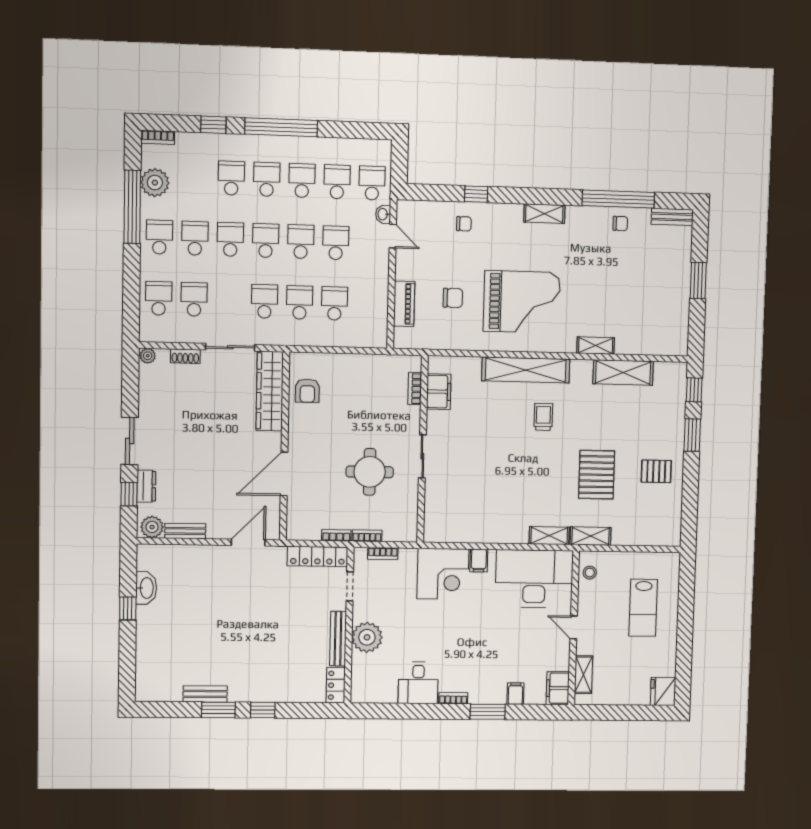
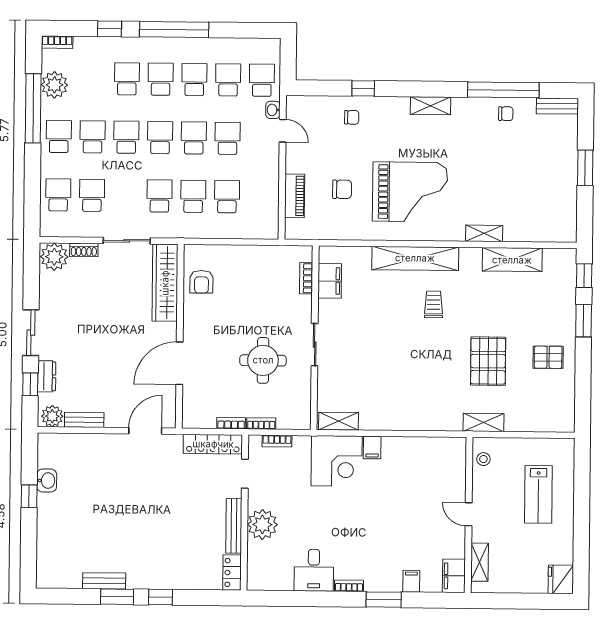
plant: (148, 356) -> (54, 257), width x1.88, depth x1.88
shelving: (549, 536) -> (339, 421), moved
desk: (534, 579) -> (428, 465), removed
washbasin: (146, 588) -> (47, 481), width x0.72

